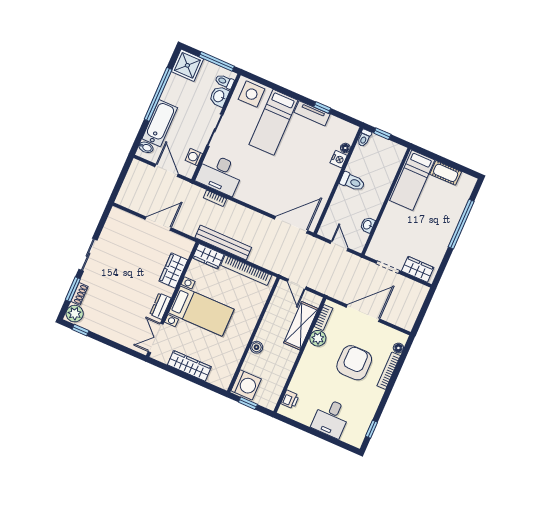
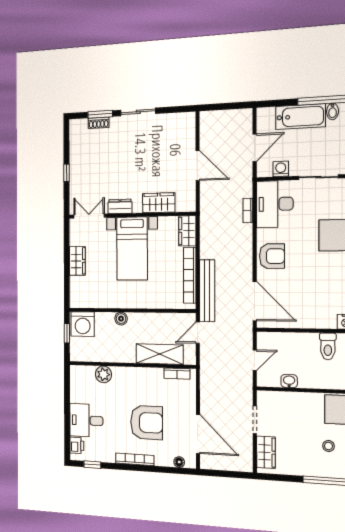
bidet: (146, 147) -> (333, 111), moved
armchair: (261, 195) -> (272, 256), added
stool: (432, 216) -> (328, 446), added
bench: (223, 243) -> (207, 291), moved
door: (363, 313) -> (198, 434), moved
plant: (75, 314) -> (79, 128), removed
window: (80, 330) -> (67, 173), moved
plant: (318, 338) -> (103, 374), moved
wardrobe: (189, 366) -> (77, 261), width x0.67
bookcase: (389, 371) -> (135, 459), moved
printer: (290, 399) -> (77, 445), moved, turned -90

